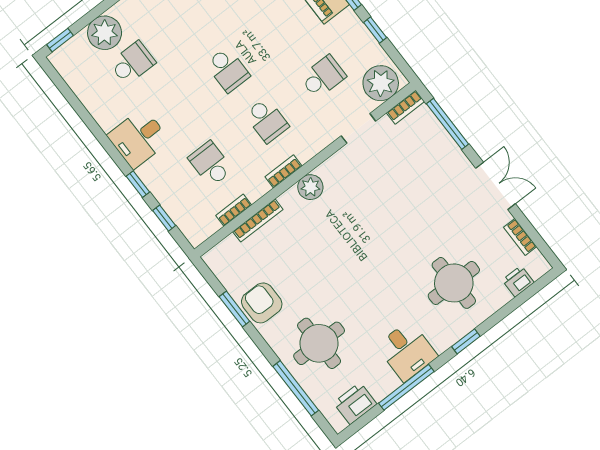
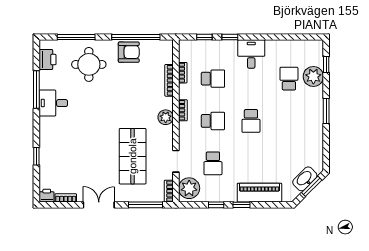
window: (60, 40) -> (326, 64), moved
school desk: (132, 63) -> (289, 79), turned 180
school desk: (228, 70) -> (251, 121), turned -90
school desk: (267, 120) -> (213, 121), turned 180
double door: (496, 186) -> (99, 205), swing flipped
shop shelf: (396, 191) -> (133, 156), added
printer: (518, 281) -> (47, 196), moved, turned -90
round table: (454, 283) -> (68, 150), removed
window: (234, 309) -> (136, 37), width x2.11
window: (466, 341) -> (36, 156), moved

